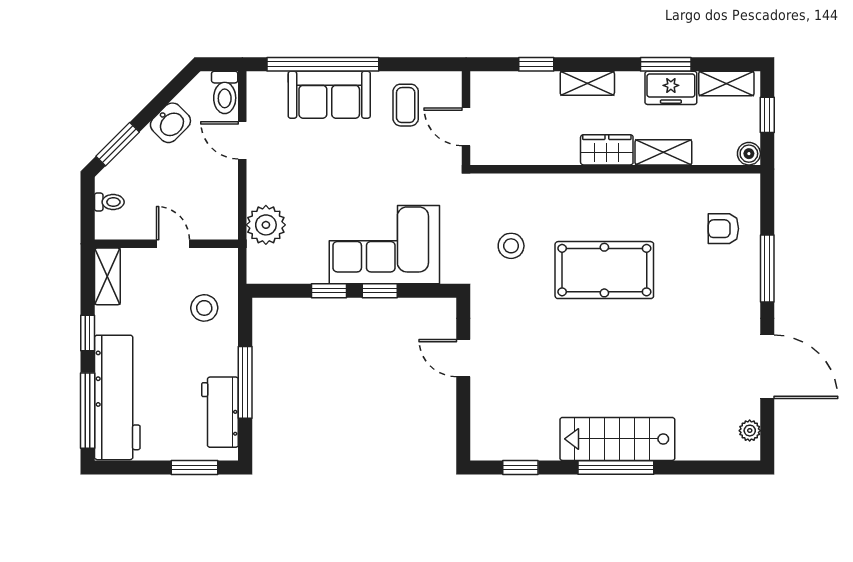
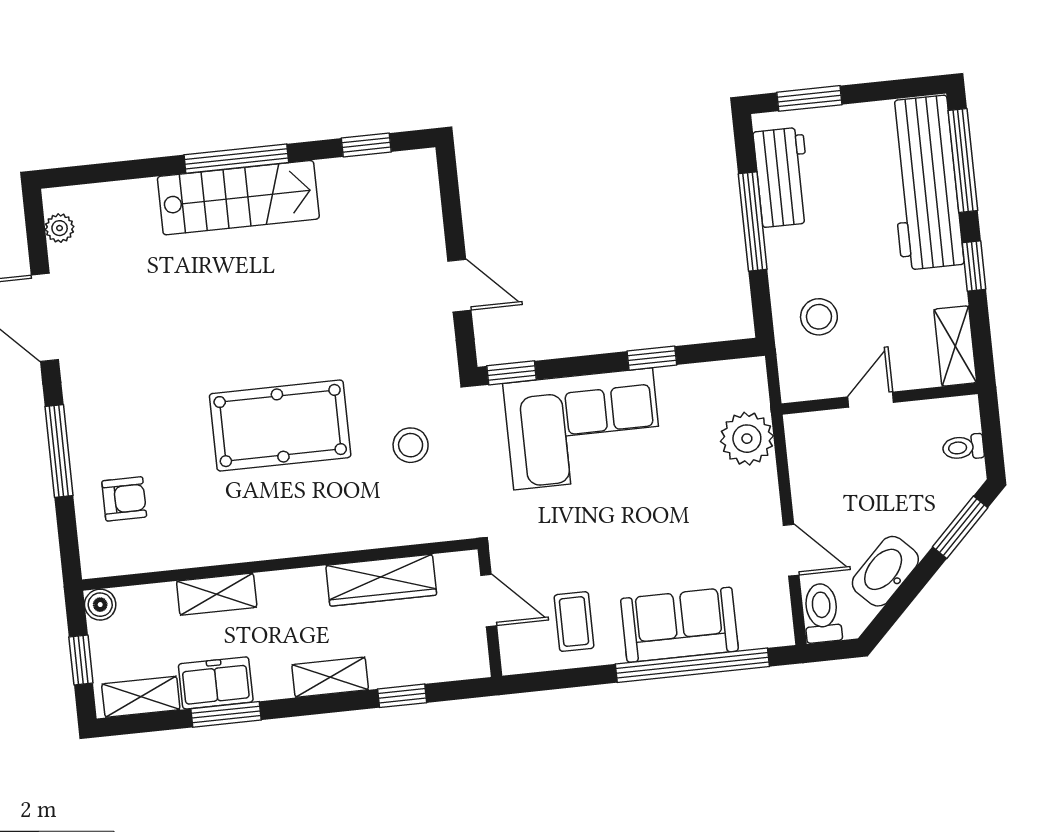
washbasin: (170, 123) -> (885, 571), width x1.38
wardrobe: (607, 150) -> (381, 580), moved, width x1.50
door: (173, 244) -> (871, 400), swing flipped
window: (380, 291) -> (512, 373), moved

